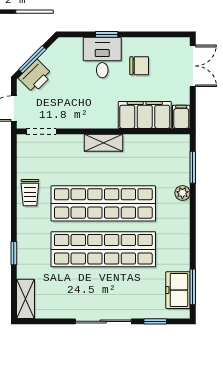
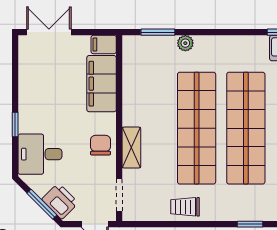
desk: (102, 58) -> (40, 154), moved
chair: (139, 66) -> (101, 145), moved
shelving: (103, 143) -> (131, 148), moved
trolley: (30, 193) -> (185, 207), turned 180

